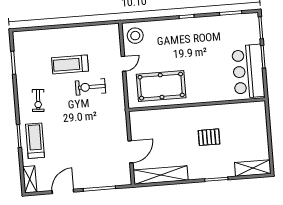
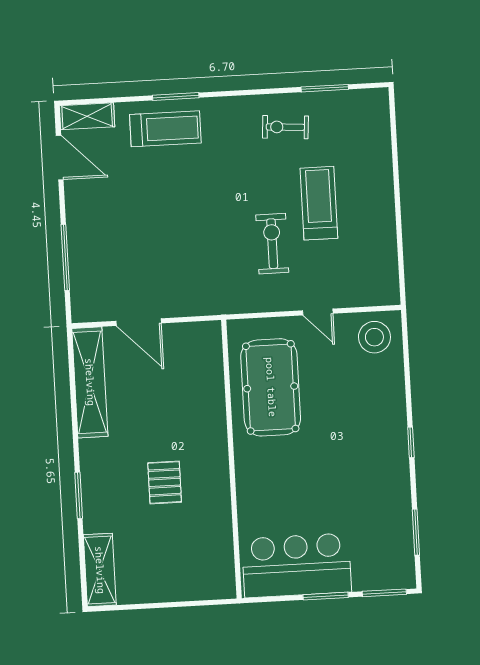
exercise bike: (38, 101) -> (285, 127), moved
door: (63, 191) -> (60, 158), moved

